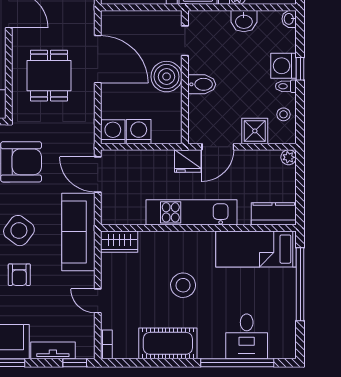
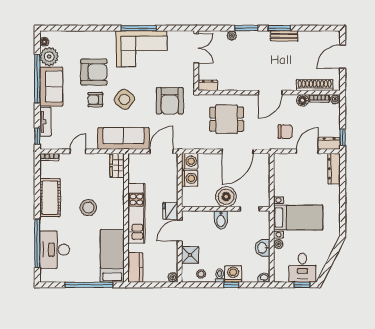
door: (218, 147) -> (180, 231), hinge flipped
desk: (247, 336) -> (55, 250), width x1.37

